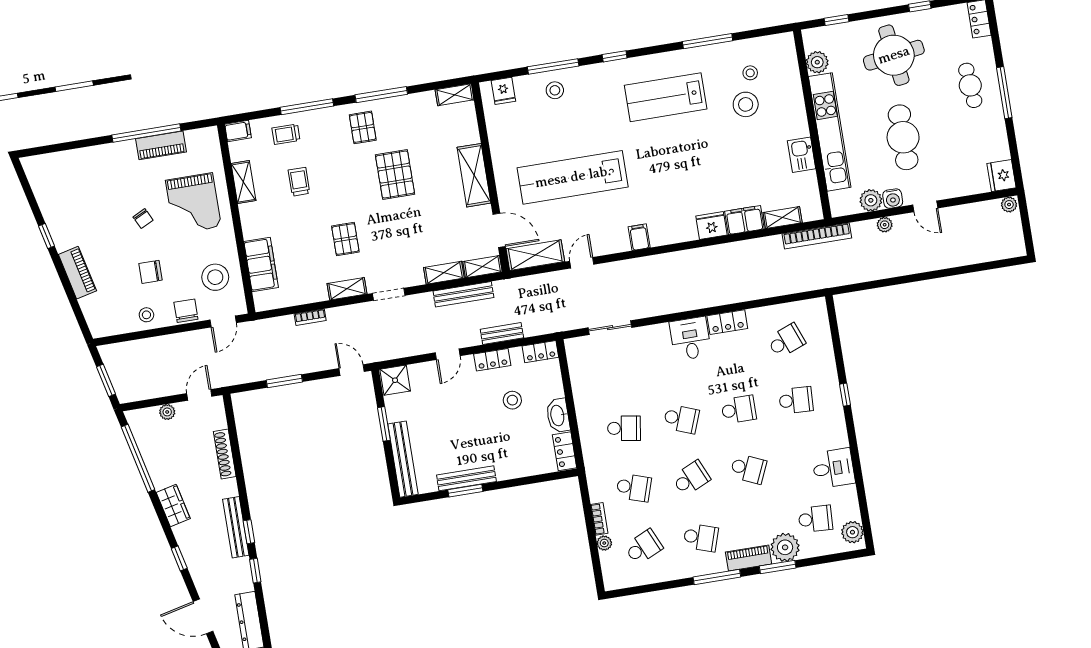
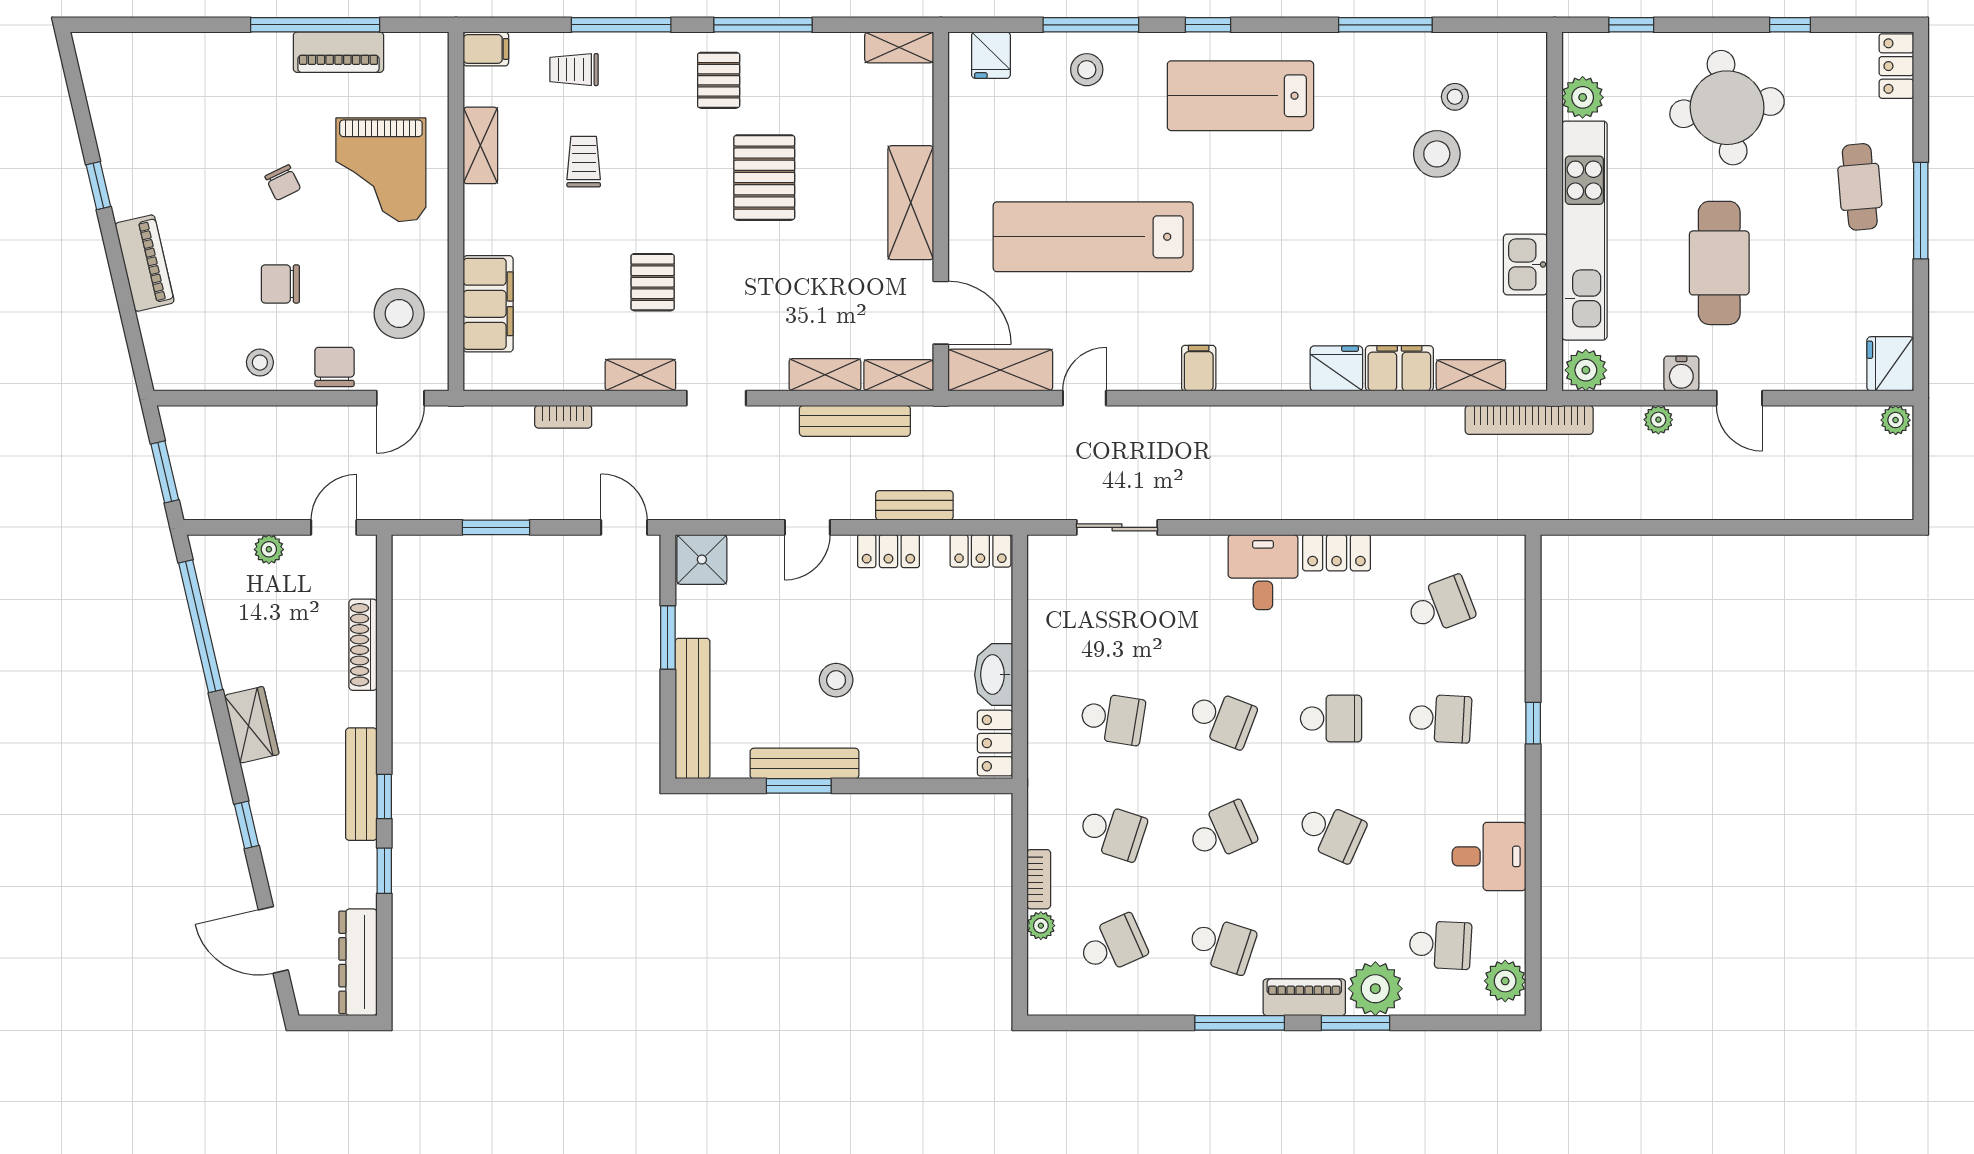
lab bench: (666, 97) -> (1240, 96), moved
plant: (871, 200) -> (1586, 370), moved
stool: (512, 400) -> (836, 680), moved

